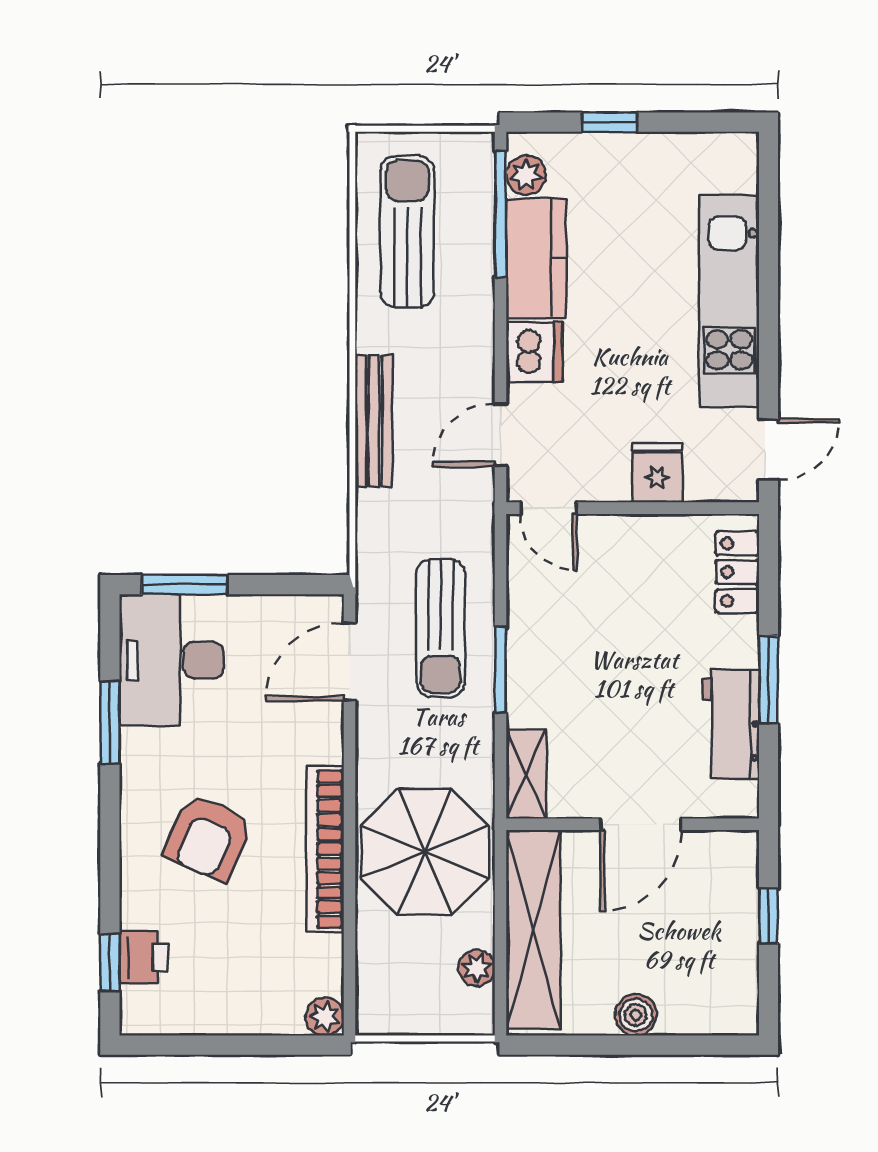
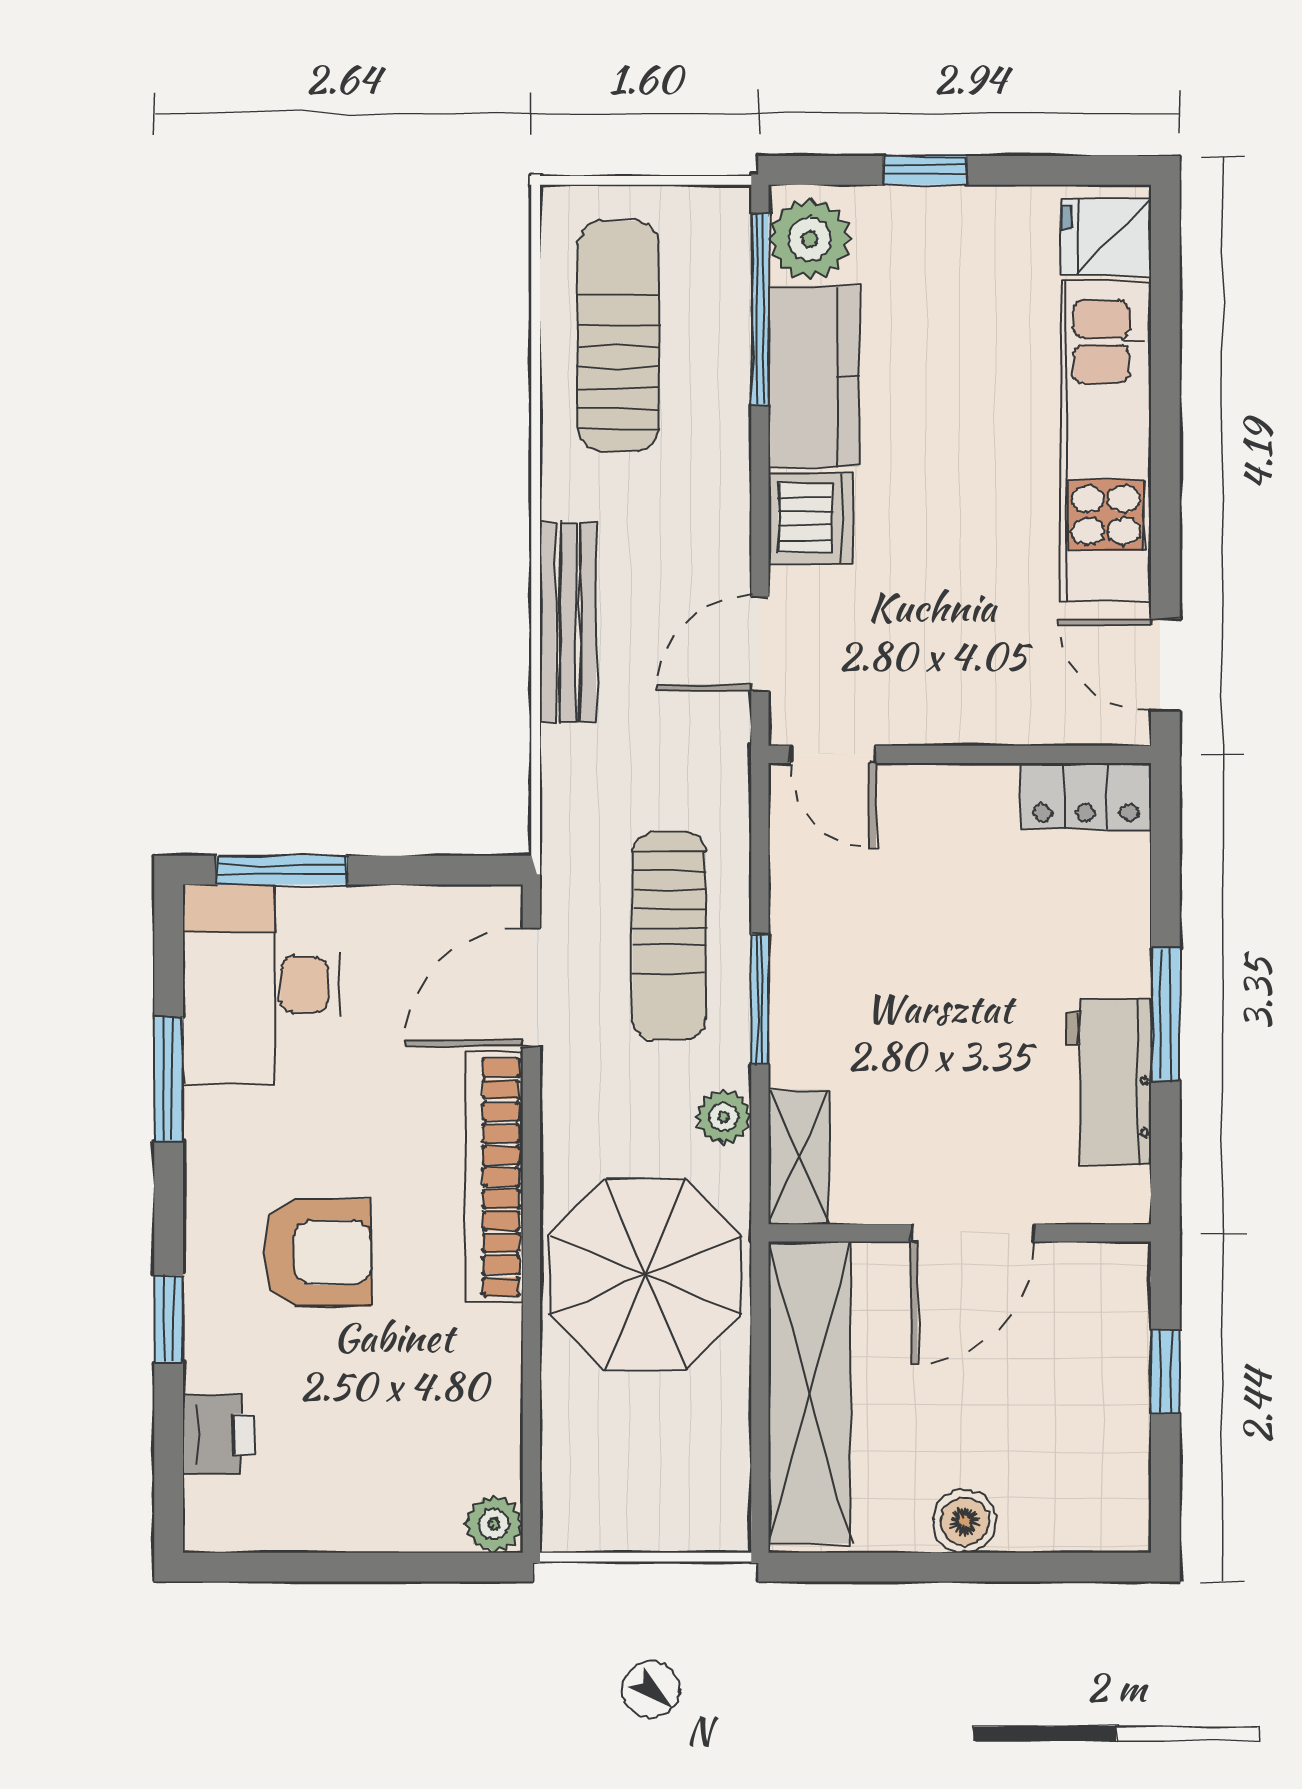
plant: (526, 175) -> (810, 239), width x1.38, depth x1.38
door: (769, 449) -> (1165, 665), swing flipped
fridge: (657, 473) -> (1106, 237), moved, turned -90
locker: (737, 572) -> (1086, 796), moved, turned -90
armchair: (208, 837) -> (317, 1253), turned -114
bookcase: (325, 849) -> (494, 1177), moved
window: (110, 962) -> (169, 1319), moved
plant: (477, 968) -> (724, 1117), moved

